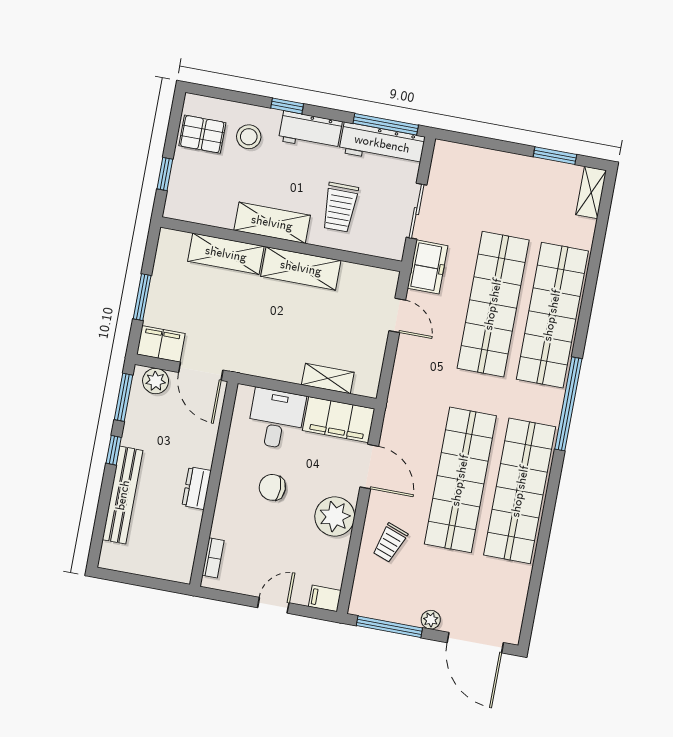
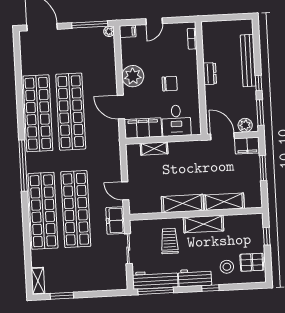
trolley: (390, 543) -> (100, 69), removed
plant: (431, 620) -> (109, 31), moved

